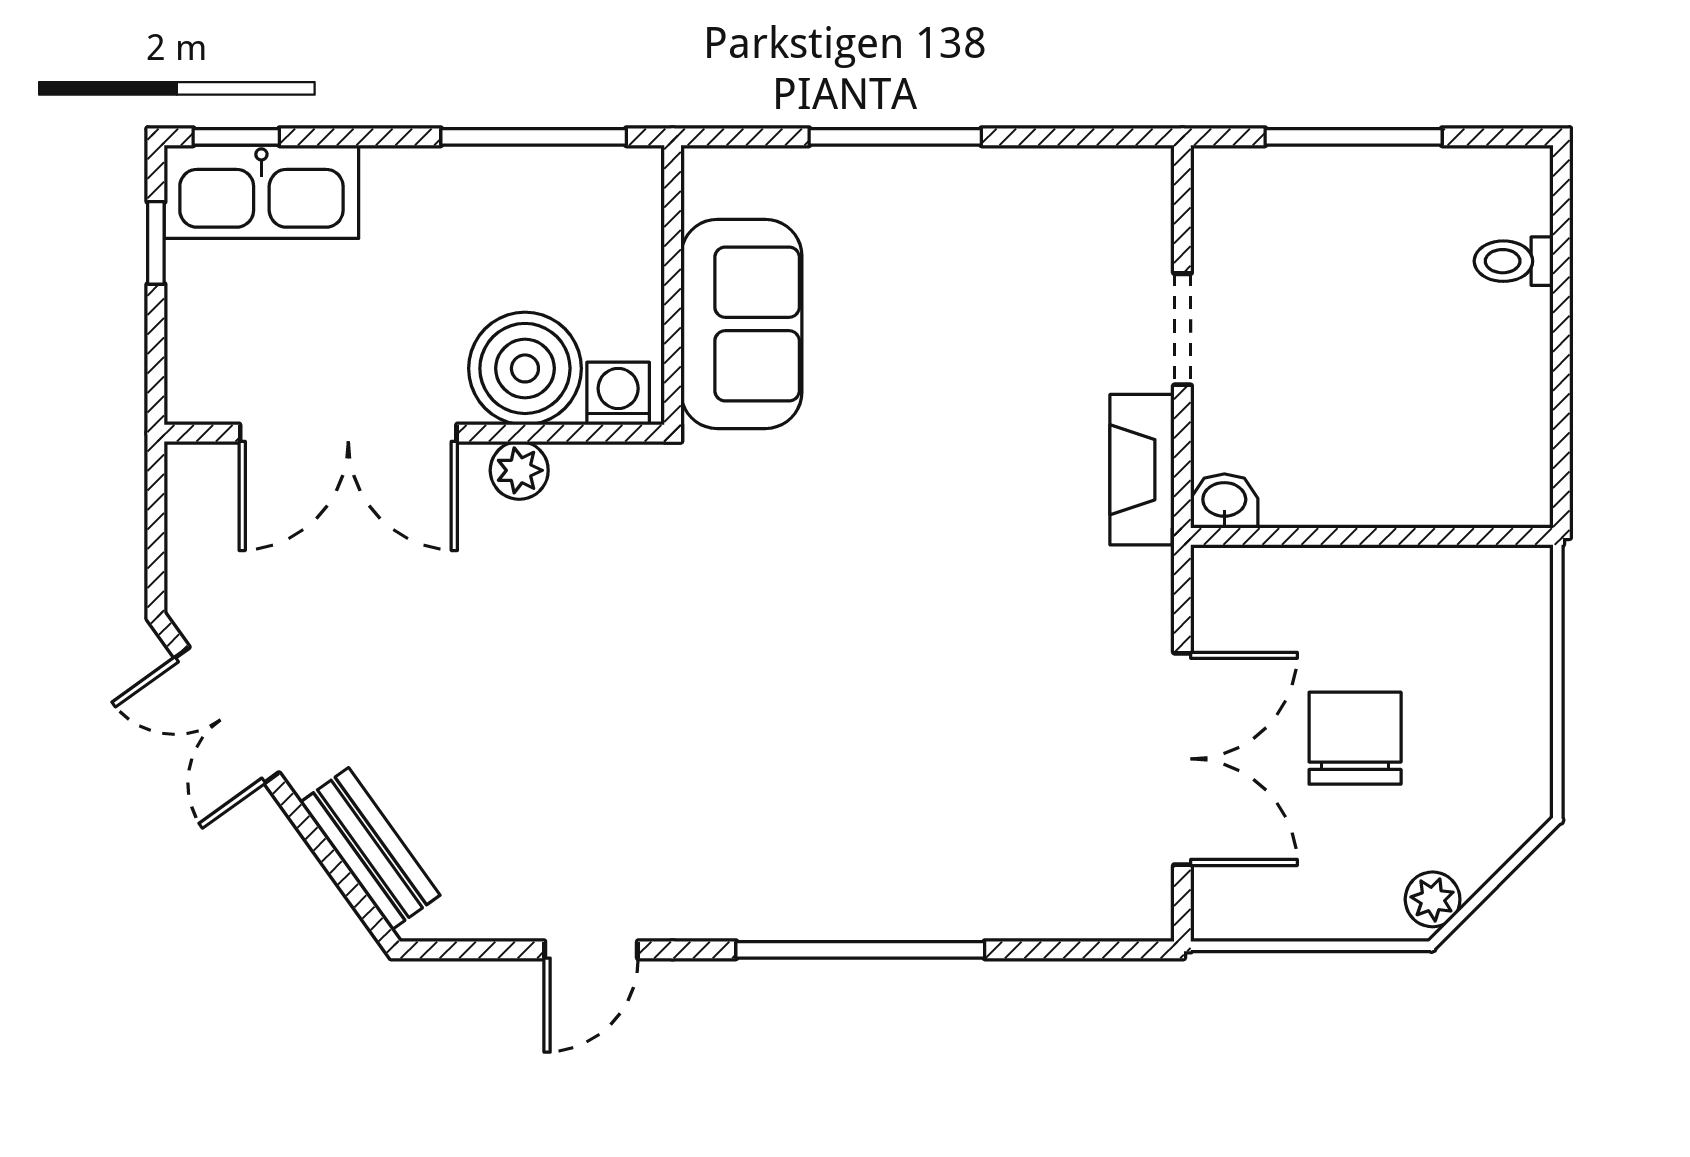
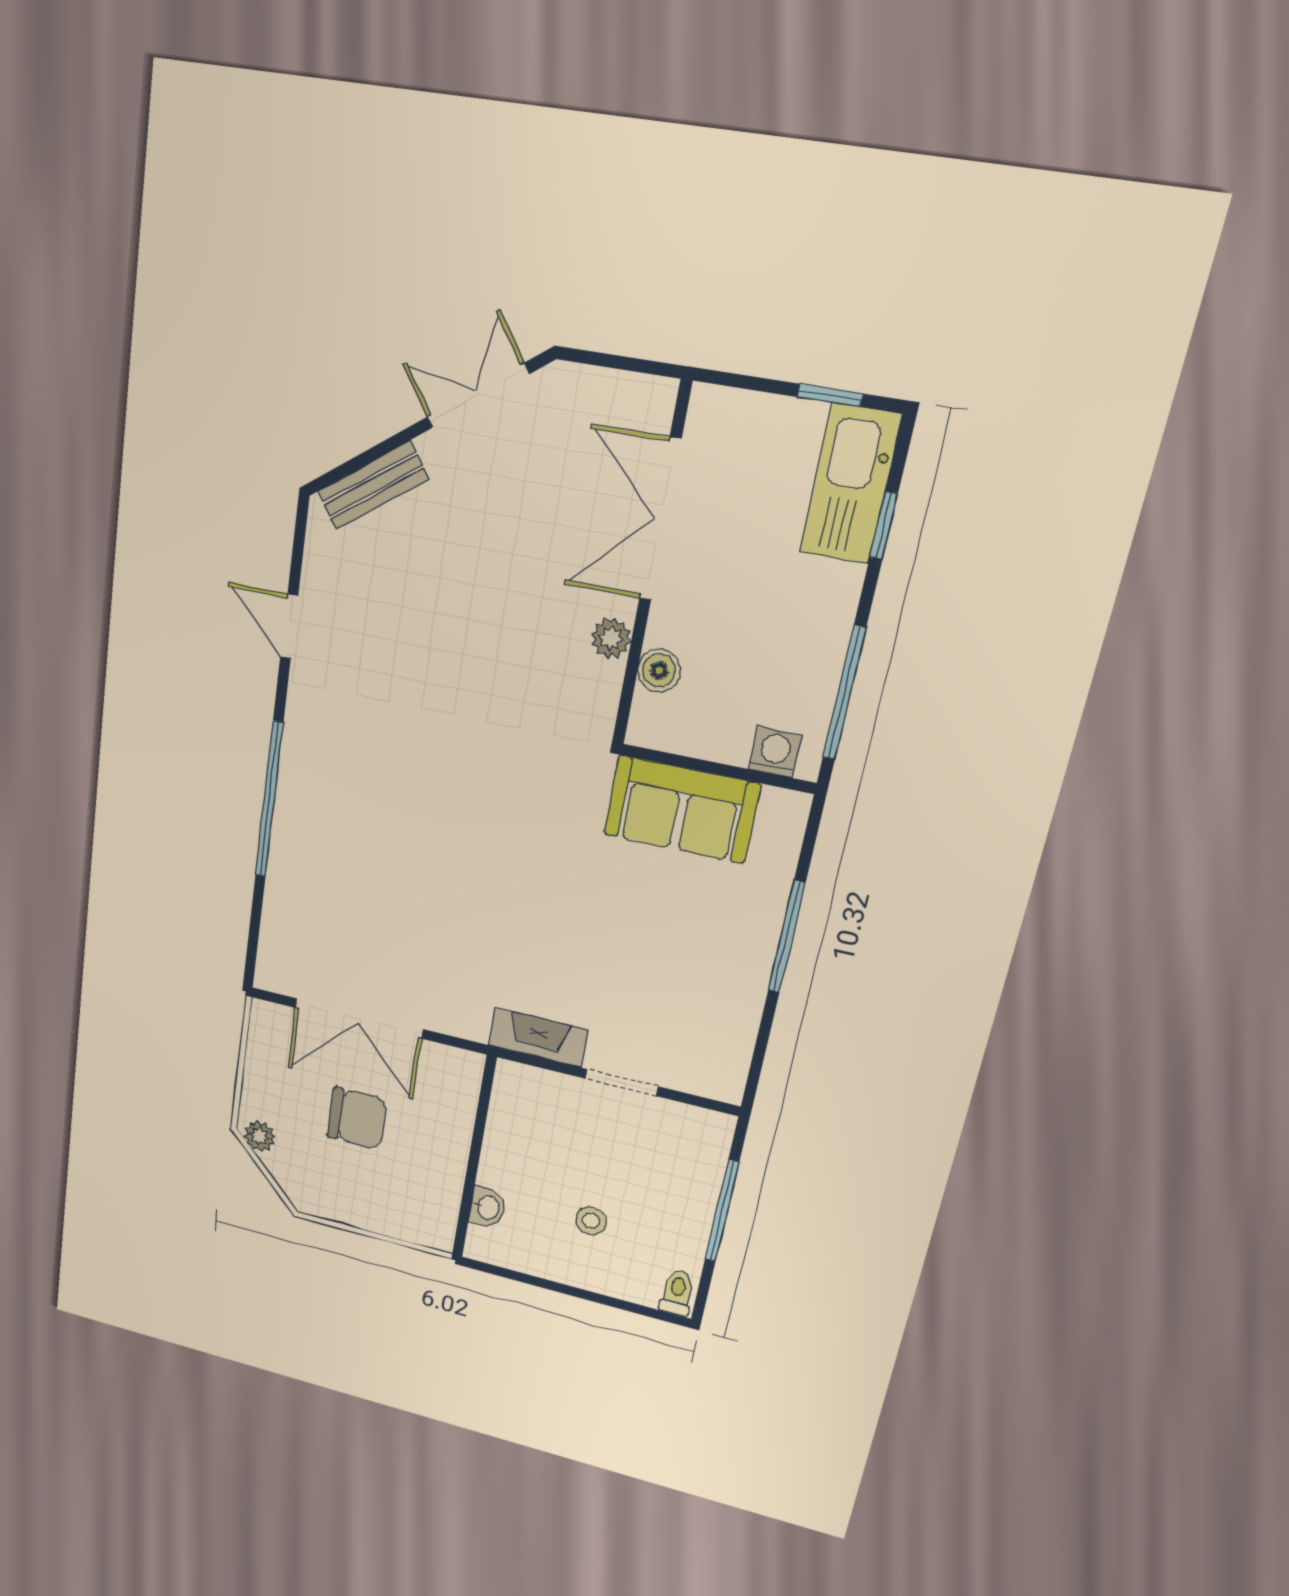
window: (236, 137) -> (884, 525), moved
toilet: (1514, 261) -> (677, 1293), moved
stool: (1428, 333) -> (591, 1221), added
boiler: (525, 368) -> (659, 670), width x0.54, depth x0.54
washing machine: (618, 393) -> (775, 752), moved, turned -90
washbasin: (1224, 501) -> (487, 1207), moved

